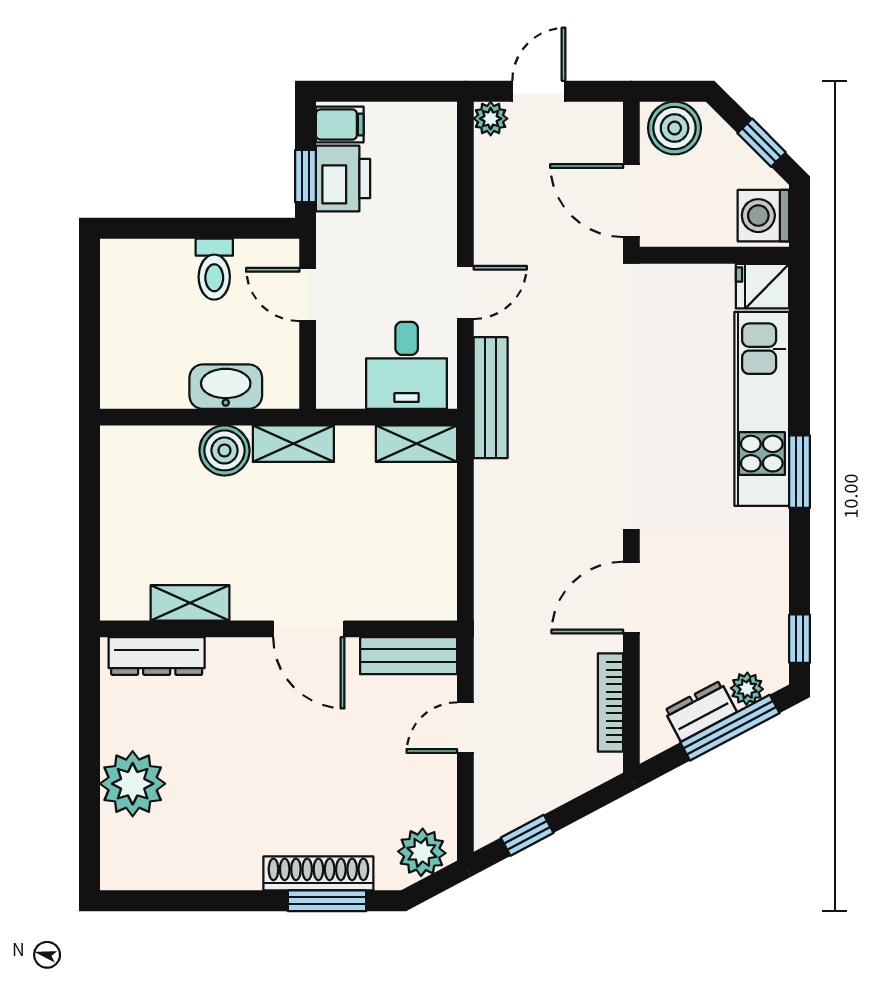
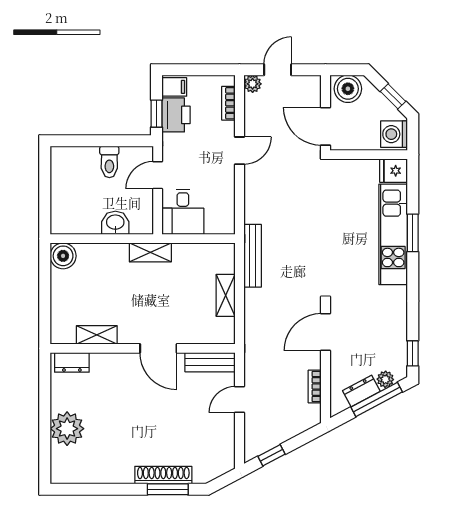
bookcase: (444, 156) -> (228, 103), added
door: (465, 292) -> (239, 151), moved
door: (308, 295) -> (158, 175), hinge flipped
desk: (407, 365) -> (183, 212), moved
washbasin: (226, 387) -> (115, 223), width x0.72
bench: (491, 398) -> (253, 256), moved
shelving: (416, 444) -> (226, 295), moved, turned 90
boiler: (224, 450) -> (63, 256), moved
window: (800, 472) -> (413, 233), moved
dresser: (157, 656) -> (72, 362), width x0.70
bookcase: (611, 702) -> (315, 386), width x0.64
plant: (422, 852) -> (217, 464), removed

